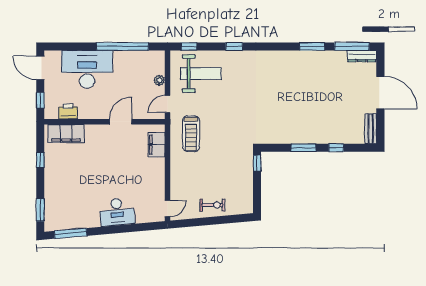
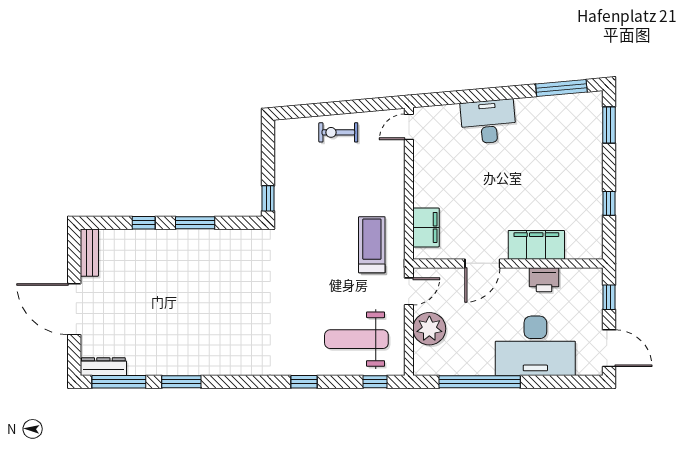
plant: (159, 80) -> (429, 329), width x1.87, depth x1.87
printer: (68, 111) -> (544, 280), moved
filing cabinet: (66, 134) -> (536, 245), moved

